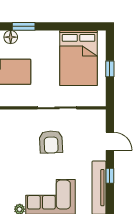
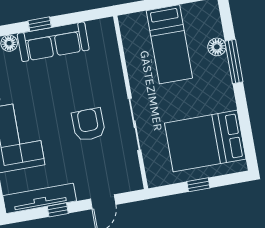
window: (24, 26) -> (234, 62), width x1.44
armchair: (51, 142) -> (88, 124), turned 91

